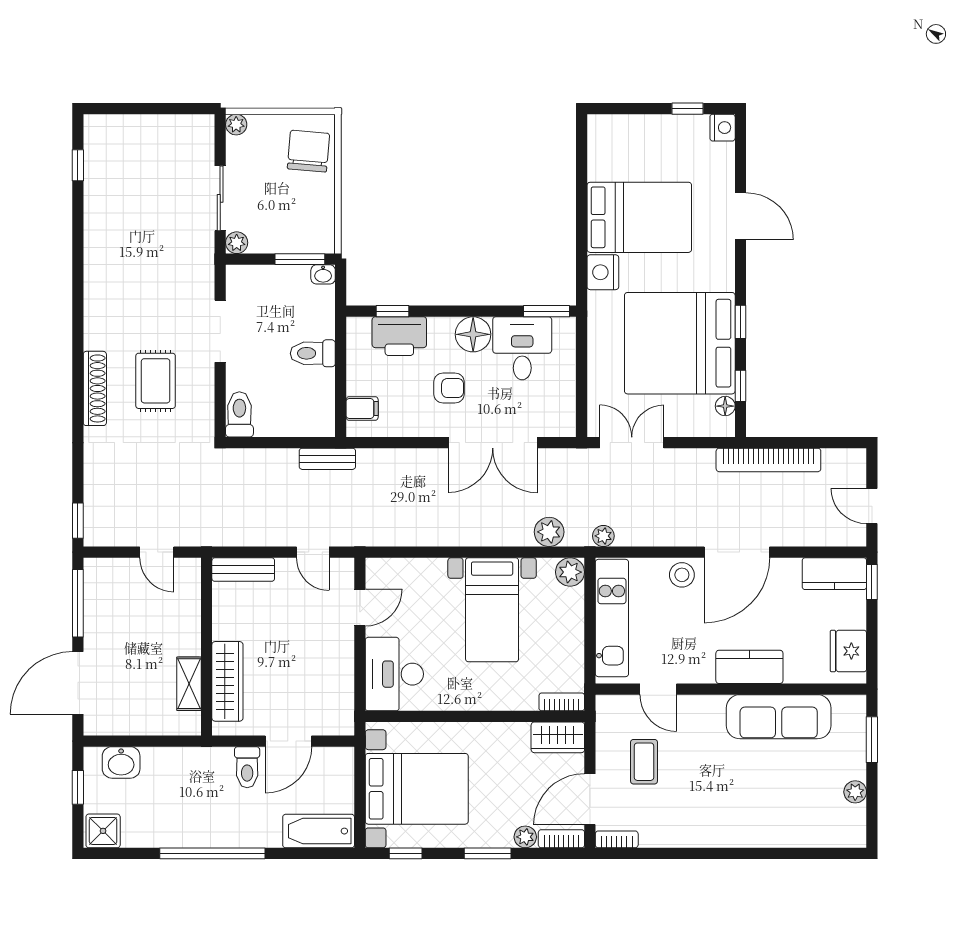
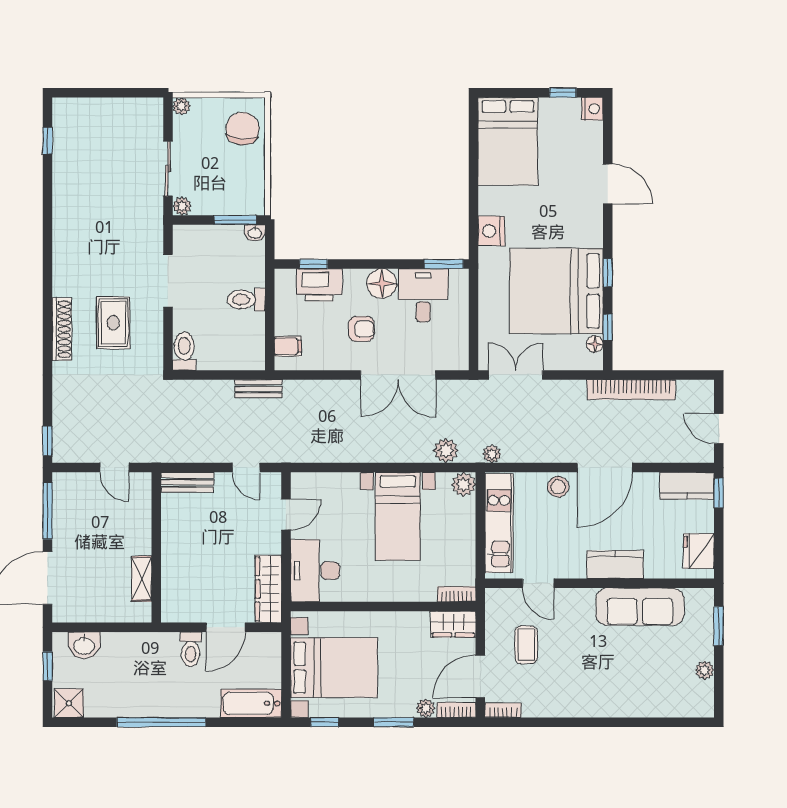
bed: (639, 217) -> (508, 141), moved, turned 90
wardrobe: (227, 681) -> (268, 589), moved, turned 180

